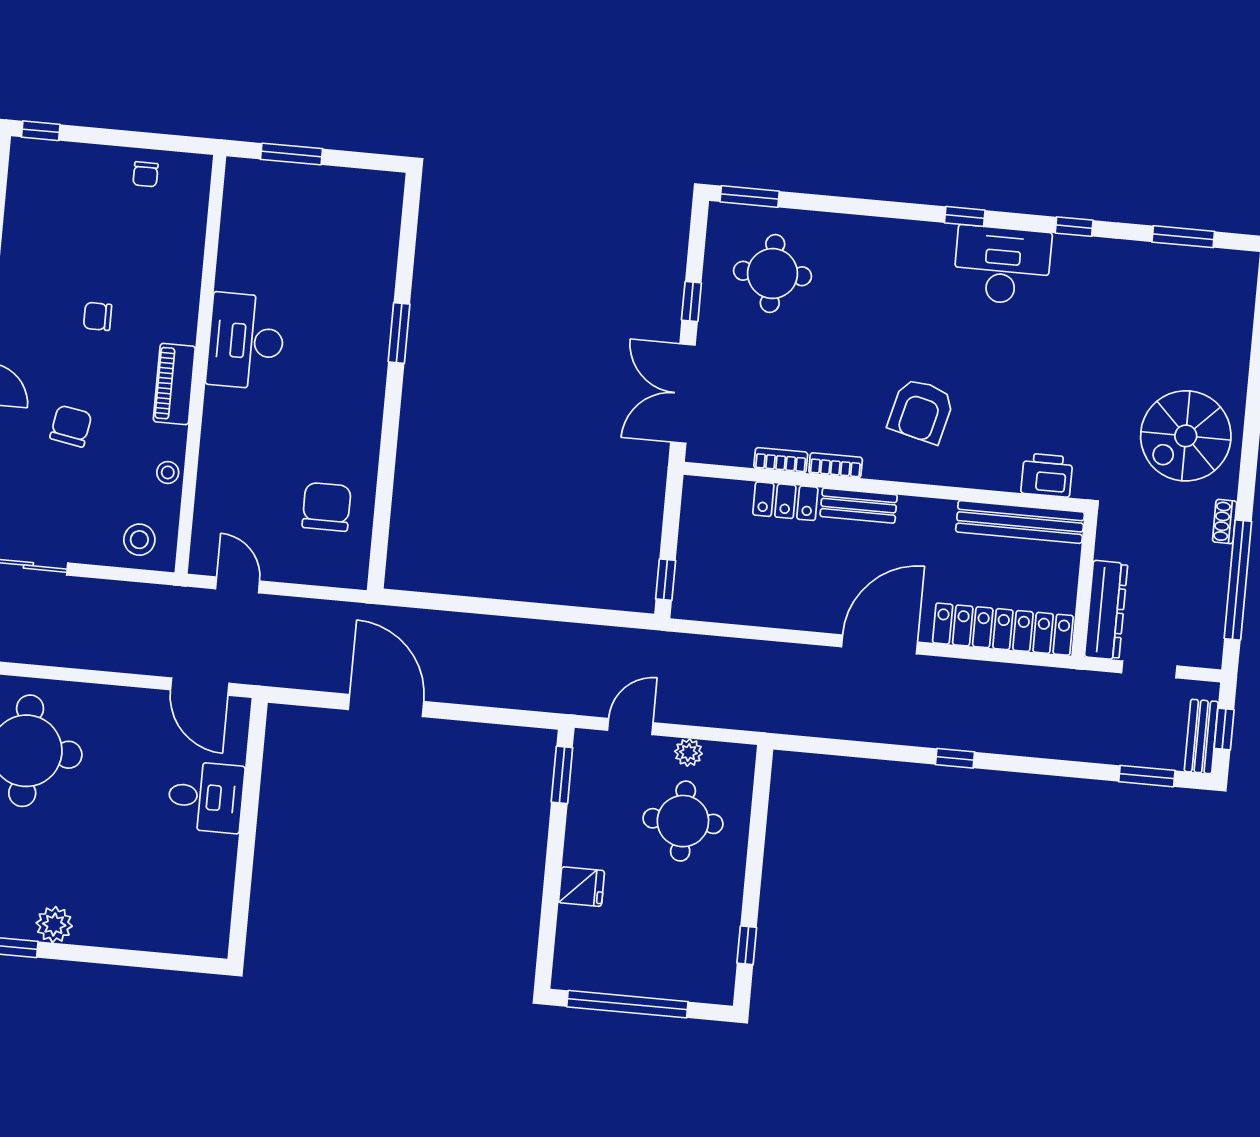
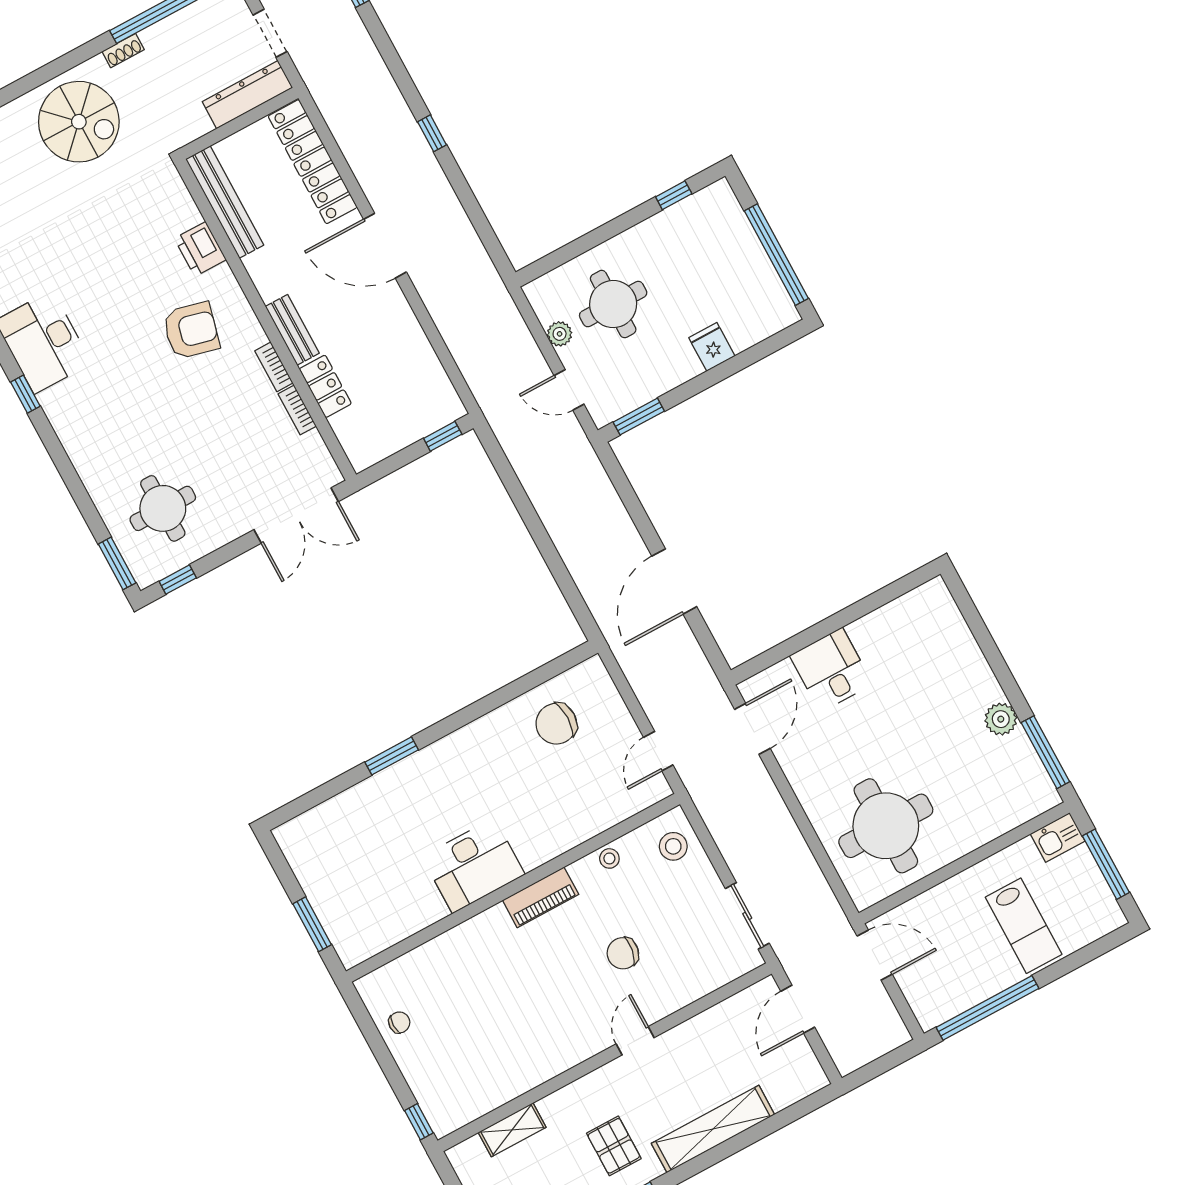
window: (691, 302) -> (178, 580), moved
chair: (98, 316) -> (528, 988), removed
printer: (1047, 475) -> (200, 249), moved

